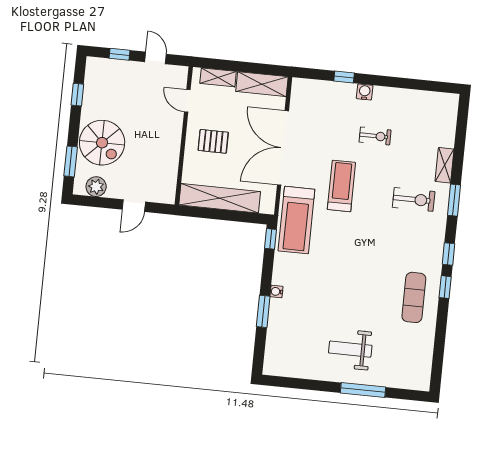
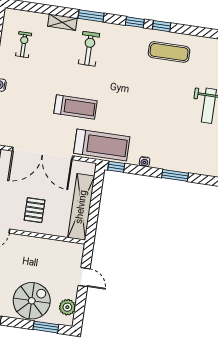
exercise bike: (375, 136) -> (24, 45), moved
treadmill: (341, 186) -> (76, 107), turned 180
water cooler: (276, 292) -> (145, 162), moved

